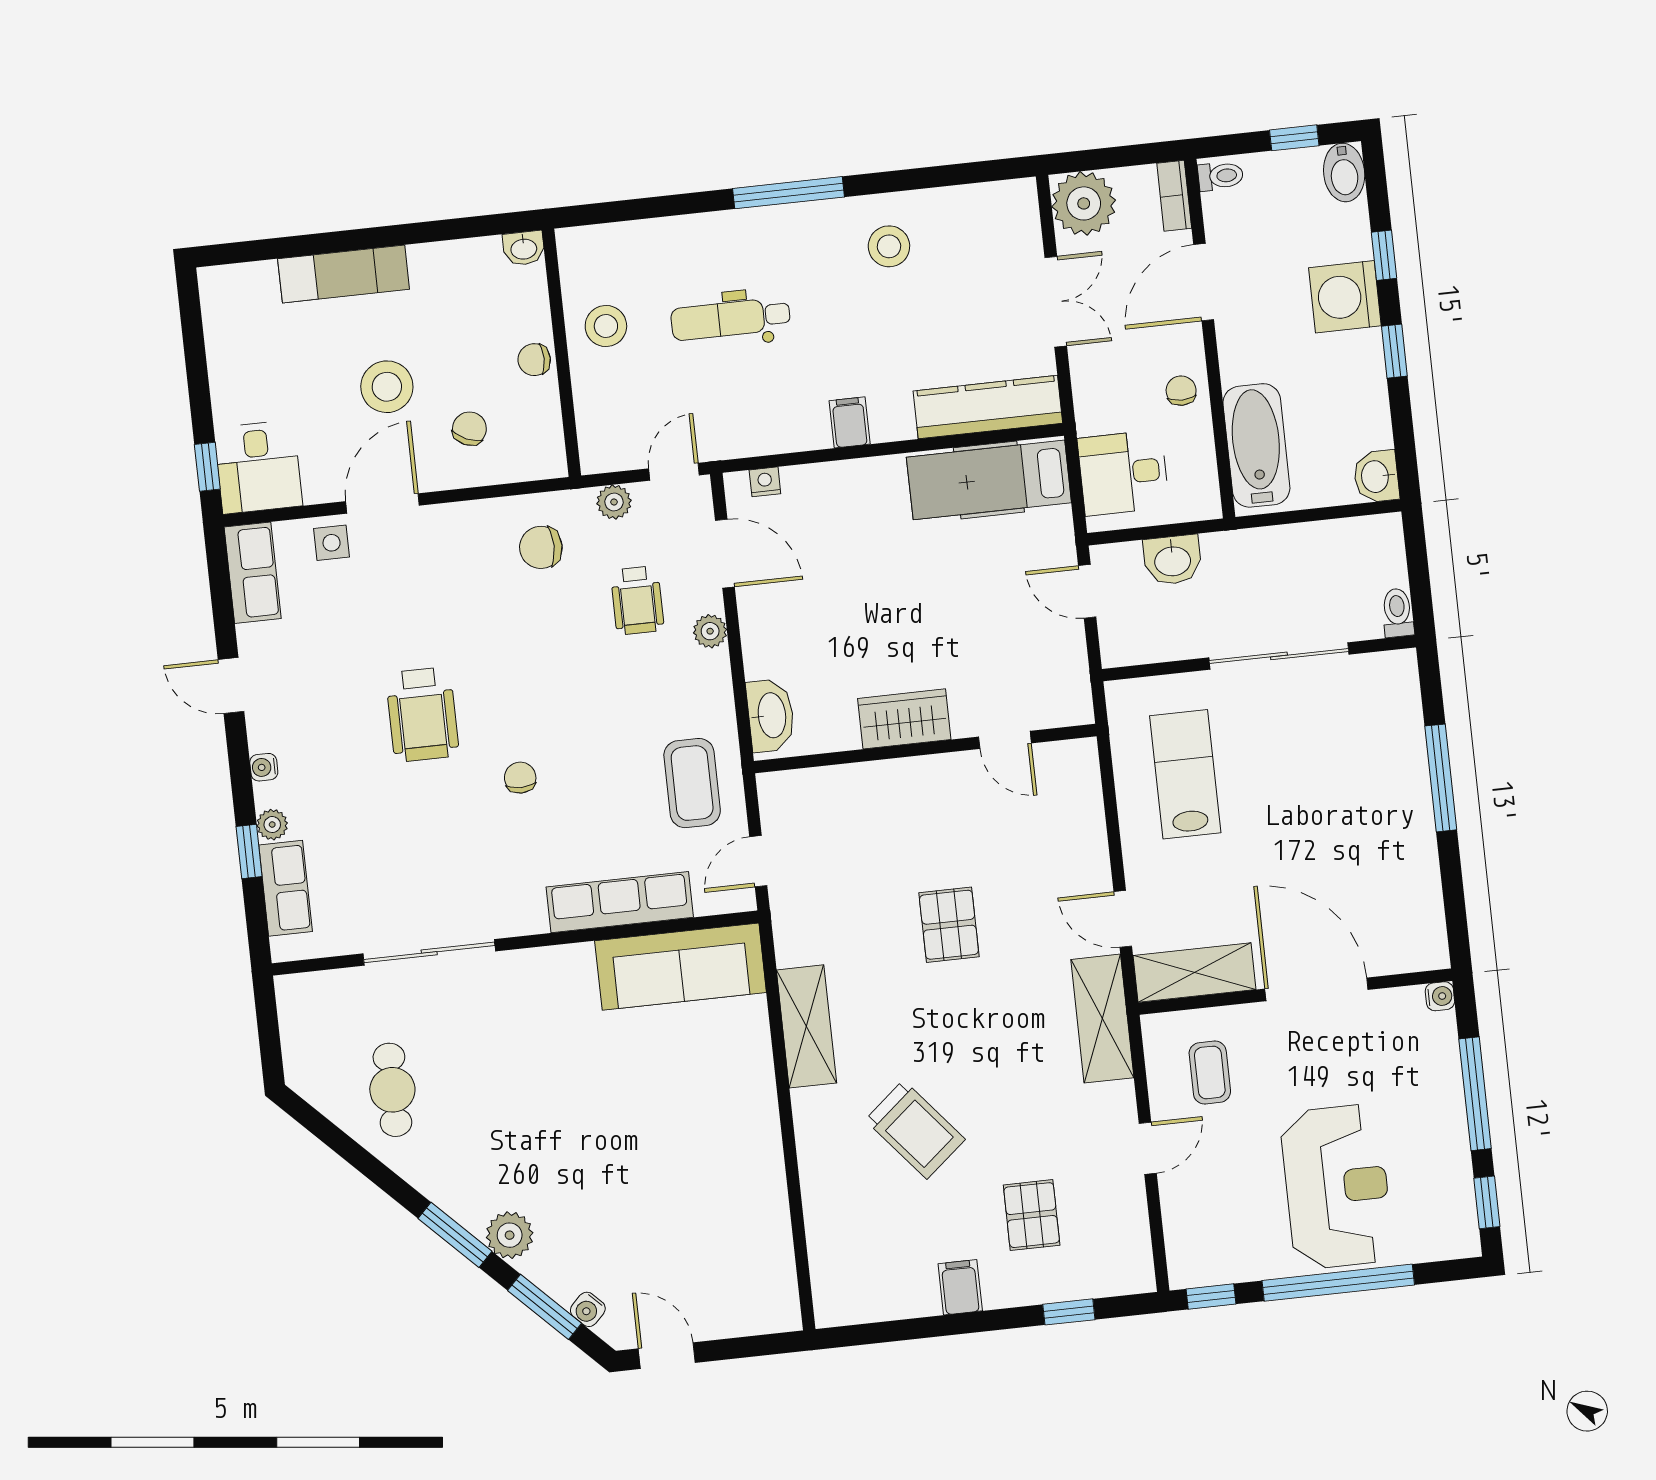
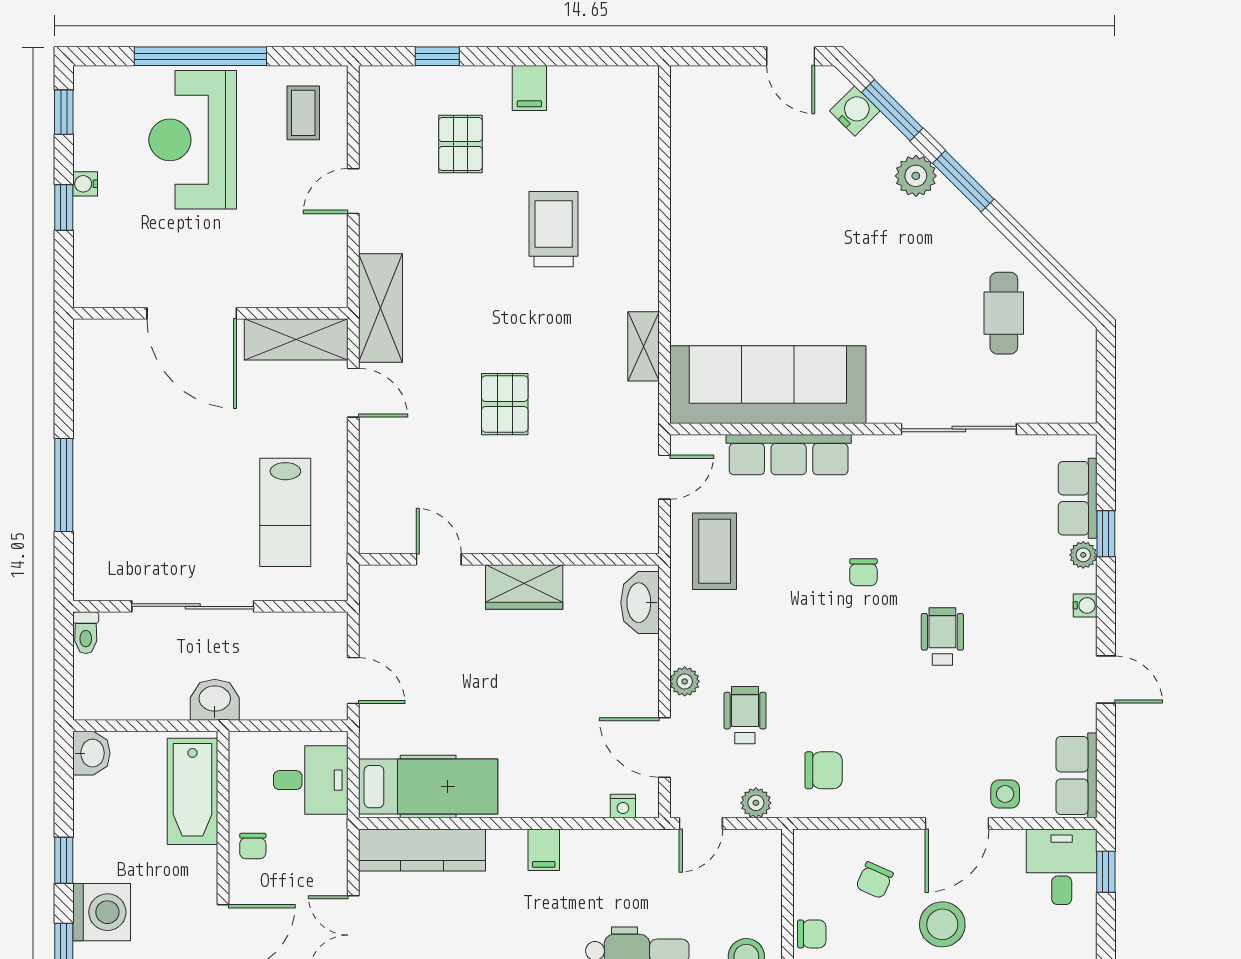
washbasin: (1172, 560) -> (215, 700), moved
wheelchair: (422, 714) -> (942, 636), width x0.73, depth x0.73
sofa: (681, 967) -> (768, 385), width x1.36, depth x1.27
water cooler: (1440, 996) -> (85, 184), moved
shelving: (806, 1026) -> (643, 346), width x0.67, depth x0.75
coffee table: (1210, 1072) -> (303, 113), moved
window: (1475, 1094) -> (64, 208), width x0.46
trolley: (915, 1130) -> (554, 229), turned 40
window: (1211, 1297) -> (312, 56), removed
water cooler: (588, 1309) -> (855, 111), width x1.38, depth x1.38

